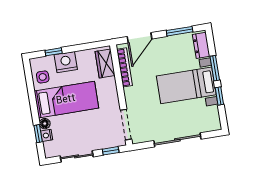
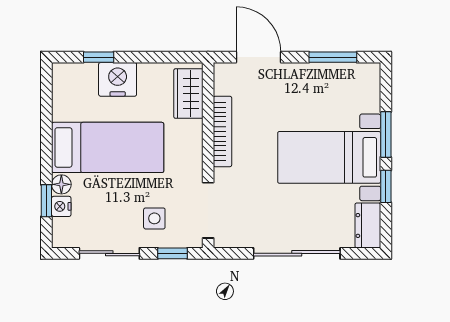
door: (140, 38) -> (258, 57), swing flipped
dresser: (201, 45) -> (368, 225), moved
bookcase: (125, 67) -> (223, 131), moved
side table: (43, 77) -> (154, 218), moved

